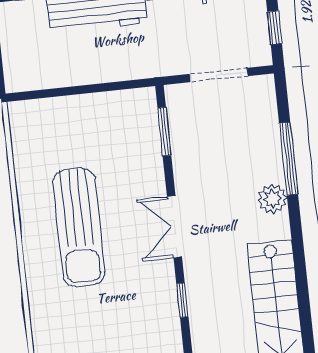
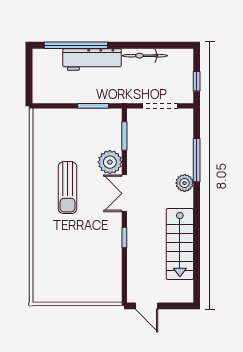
window: (107, 87) -> (93, 106), added
plant: (145, 177) -> (110, 162), added
sun lounger: (79, 227) -> (67, 188), width x0.73, depth x0.75

